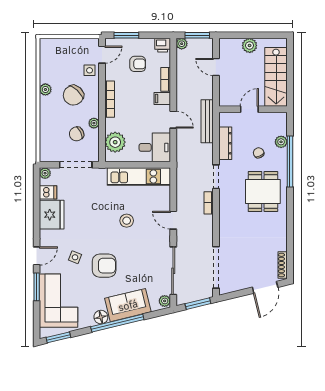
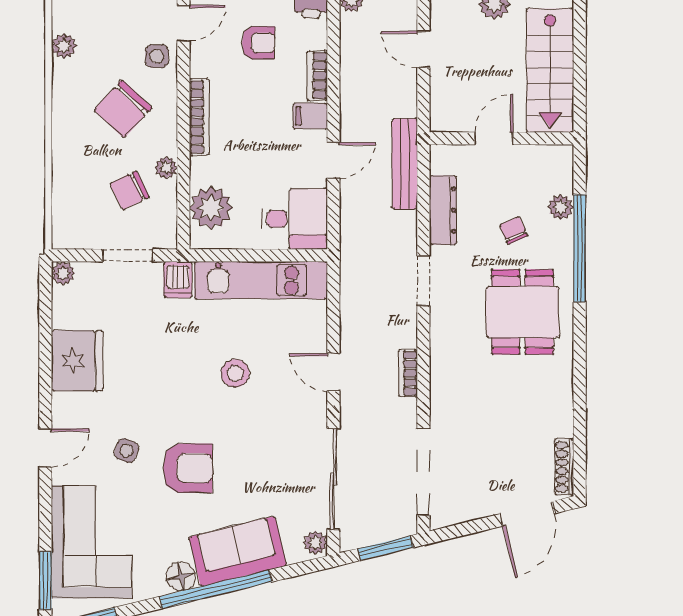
plant: (45, 89) -> (64, 46), moved
door: (173, 120) -> (333, 160), hinge flipped
doorway: (76, 165) -> (128, 255), width x0.73
dishwasher: (48, 192) -> (178, 280), moved, turned 90
bookcase: (209, 203) -> (408, 373), moved
window: (37, 287) -> (45, 581), moved

